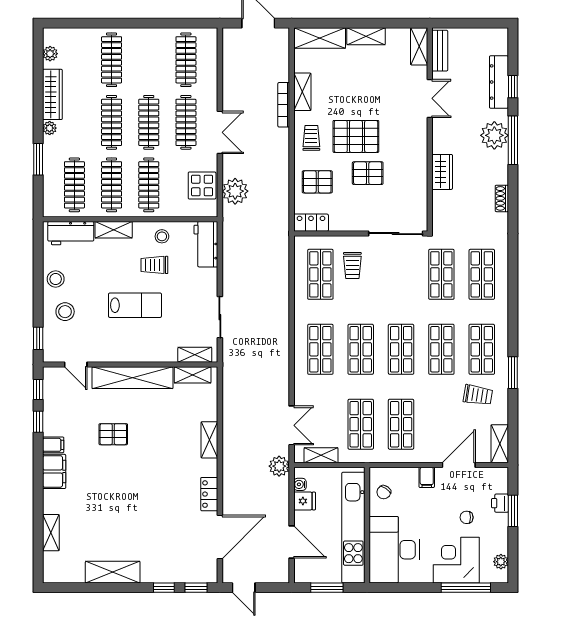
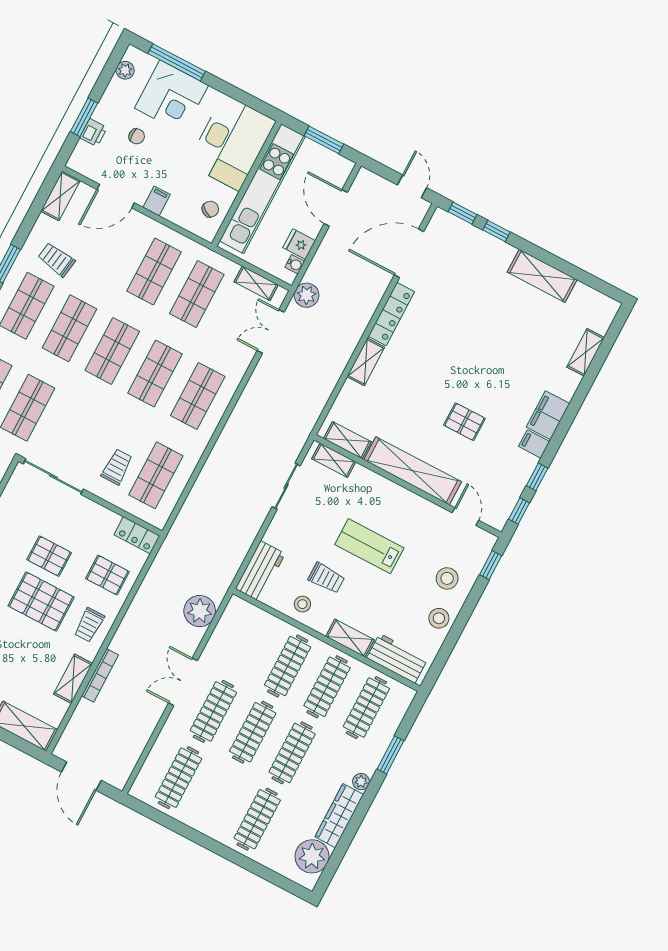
plant: (50, 54) -> (312, 856), width x1.87, depth x1.87
display table: (202, 186) -> (232, 636), removed
locker: (209, 494) -> (391, 314), width x1.53

